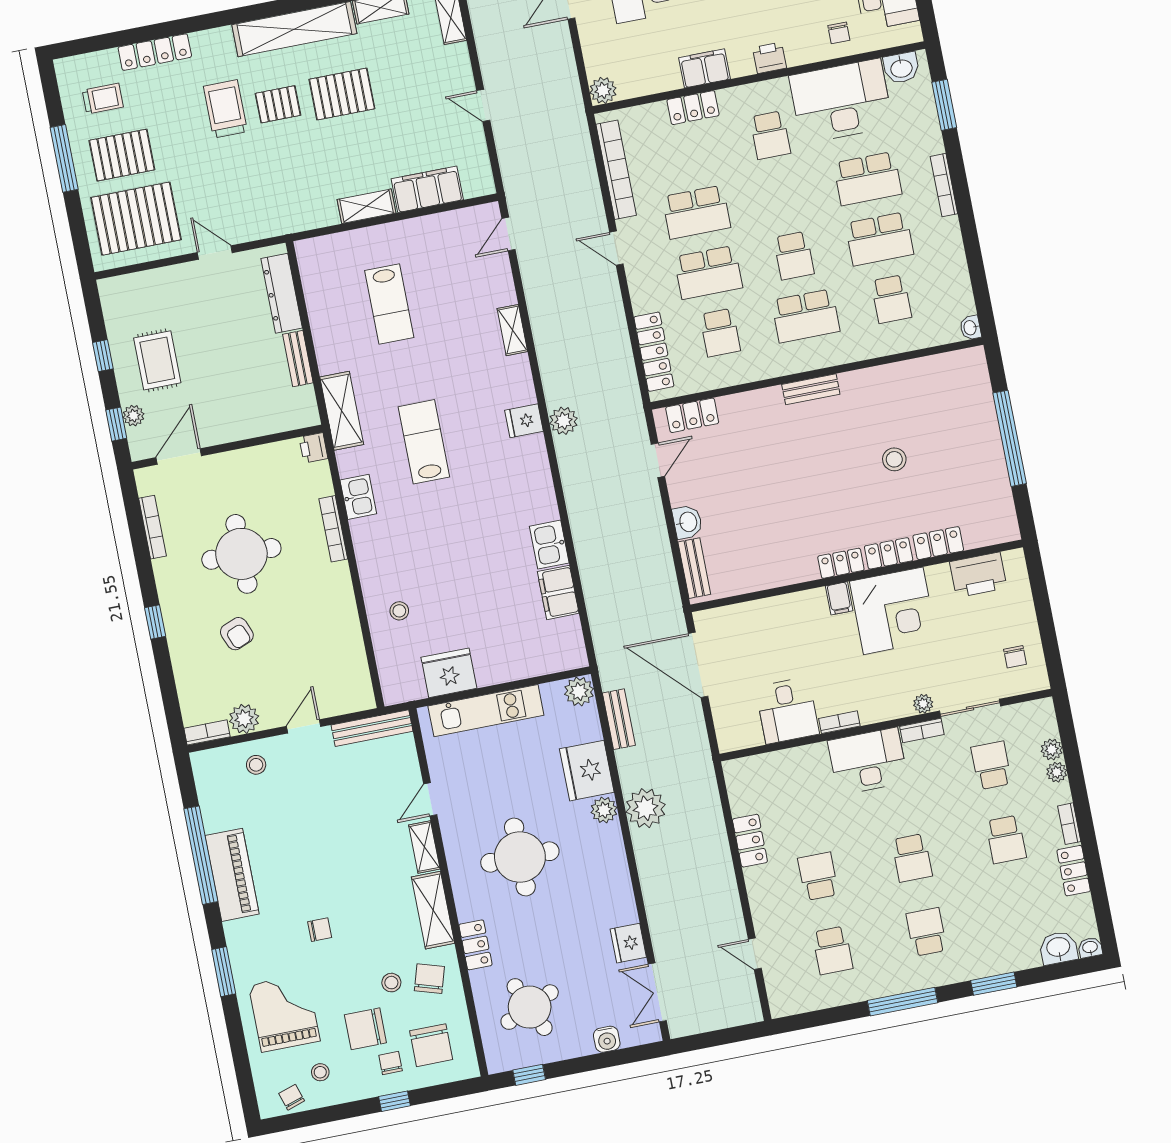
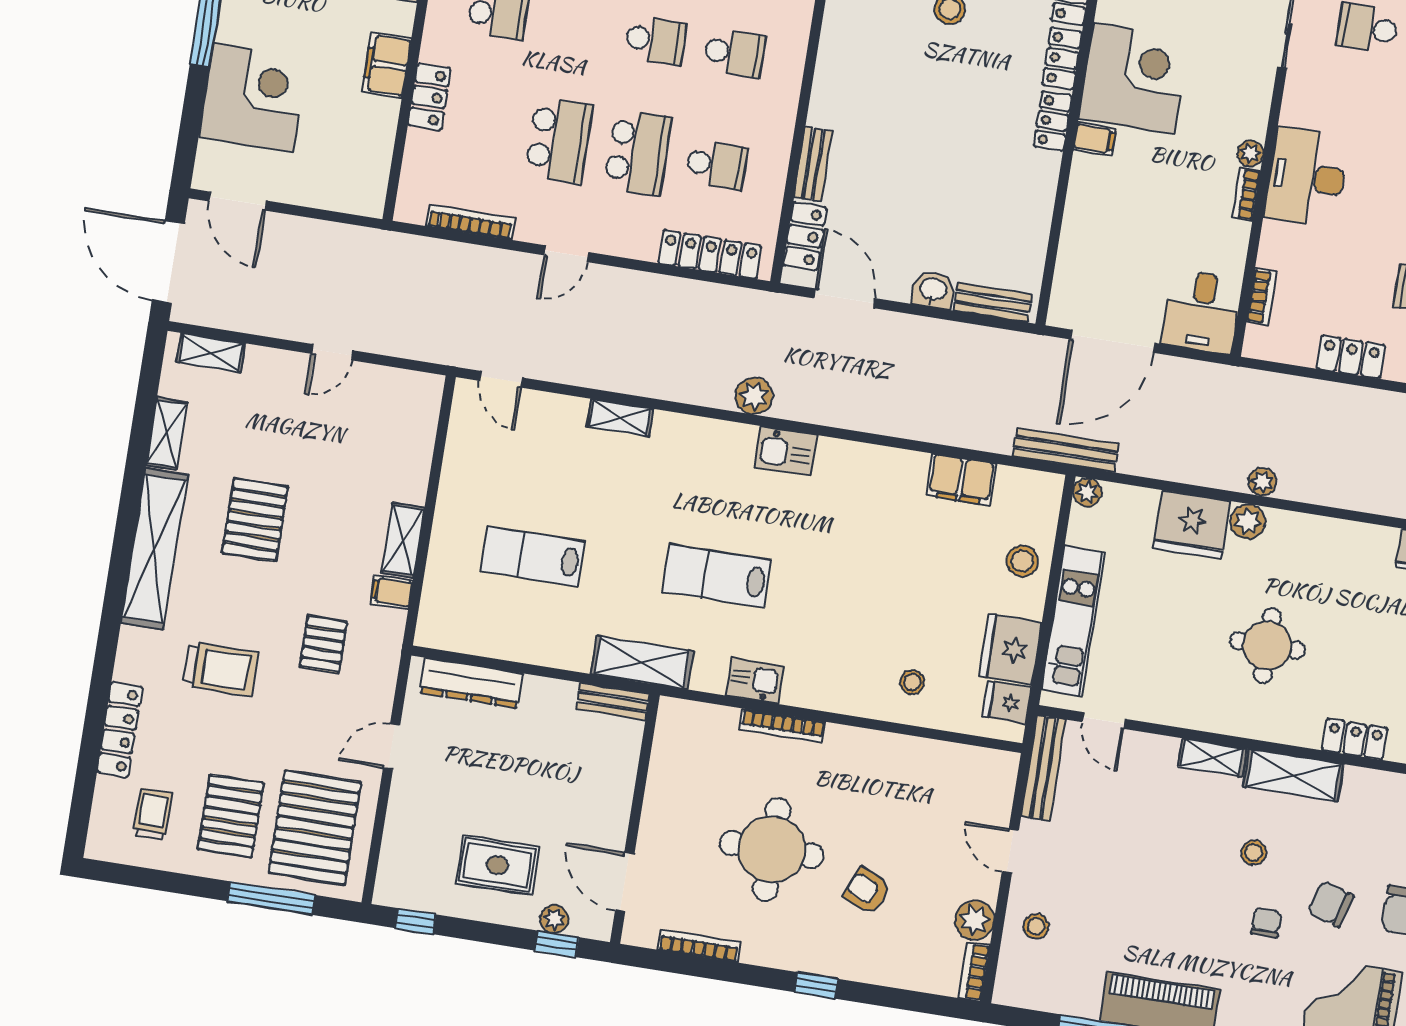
plant: (603, 90) -> (368, 199), removed
pallet: (278, 104) -> (323, 644), moved
trolley: (225, 109) -> (221, 669), turned 180
window: (64, 158) -> (271, 898), moved
bookcase: (616, 170) -> (470, 222), width x0.68, depth x0.76
filing cabinet: (427, 189) -> (392, 592), moved, width x0.33, depth x0.86
lab bench: (389, 304) -> (533, 556), turned 180
school desk: (806, 316) -> (735, 53), width x0.54
window: (103, 356) -> (415, 921), moved
bench: (298, 359) -> (613, 701), moved
bench: (811, 389) -> (813, 164), moved
fridge: (524, 421) -> (1007, 702), moved, turned 90
printer: (313, 448) -> (674, 714), removed
door: (658, 460) -> (844, 298), width x1.38
kitchen sink: (549, 545) -> (785, 451), moved
armchair: (237, 634) -> (867, 891), turned -135
stool: (516, 658) -> (1022, 561), added
plant: (579, 691) -> (1087, 492), width x0.73, depth x0.73
plant: (923, 704) -> (1250, 153), moved
desk: (787, 711) -> (1202, 312), moved, turned 90
bench: (619, 719) -> (1066, 450), moved, width x1.36
bookcase: (922, 731) -> (1262, 297), moved
door: (430, 799) -> (1104, 720), moved
plant: (646, 808) -> (1262, 482), width x0.53, depth x0.53
round table: (520, 857) -> (1267, 645), width x0.73, depth x0.73
chair: (429, 979) -> (1331, 904), moved
stool: (391, 983) -> (1254, 853), moved

